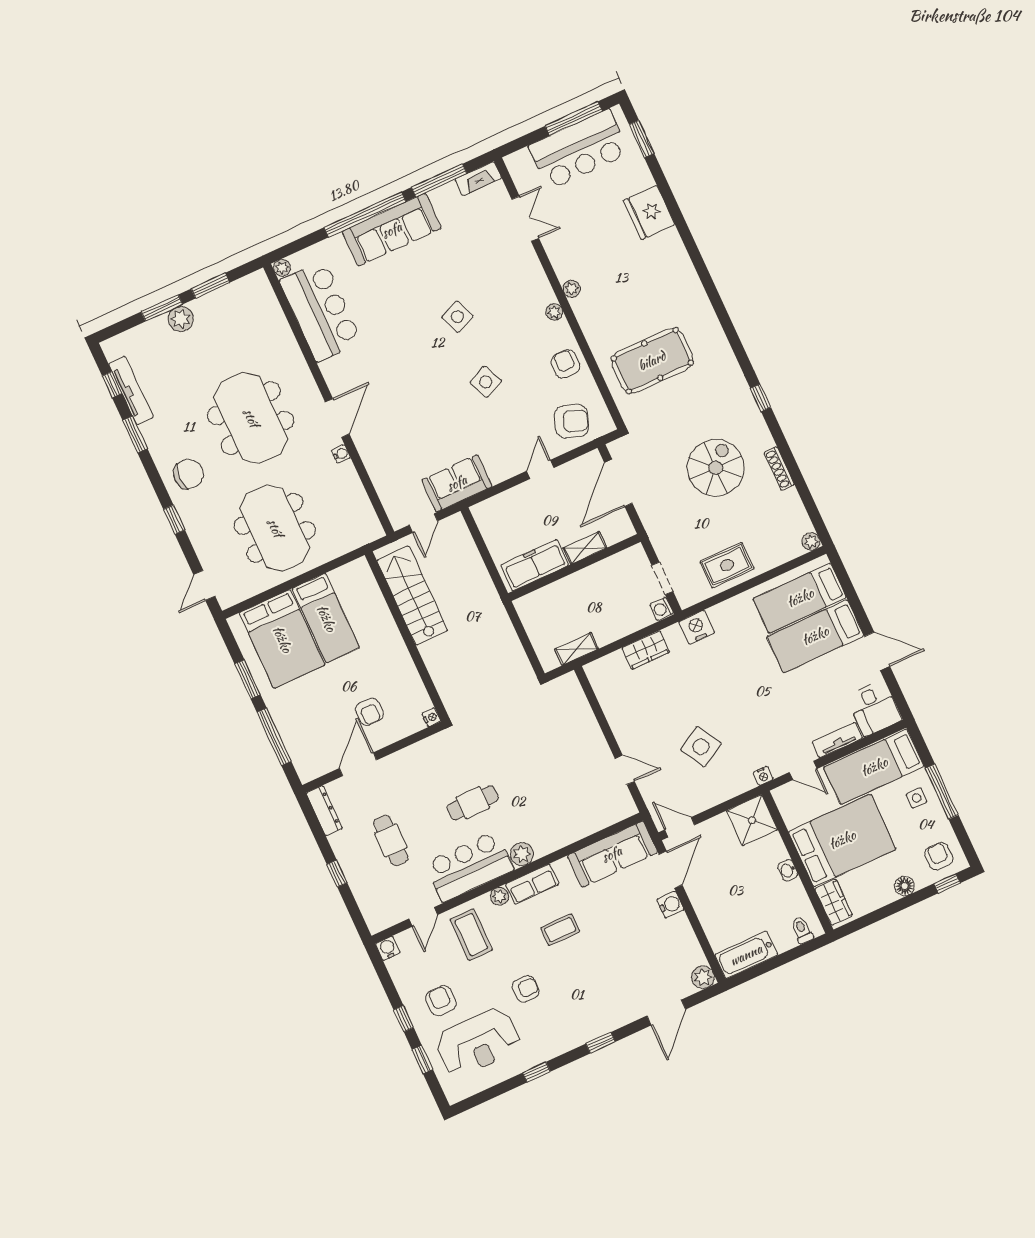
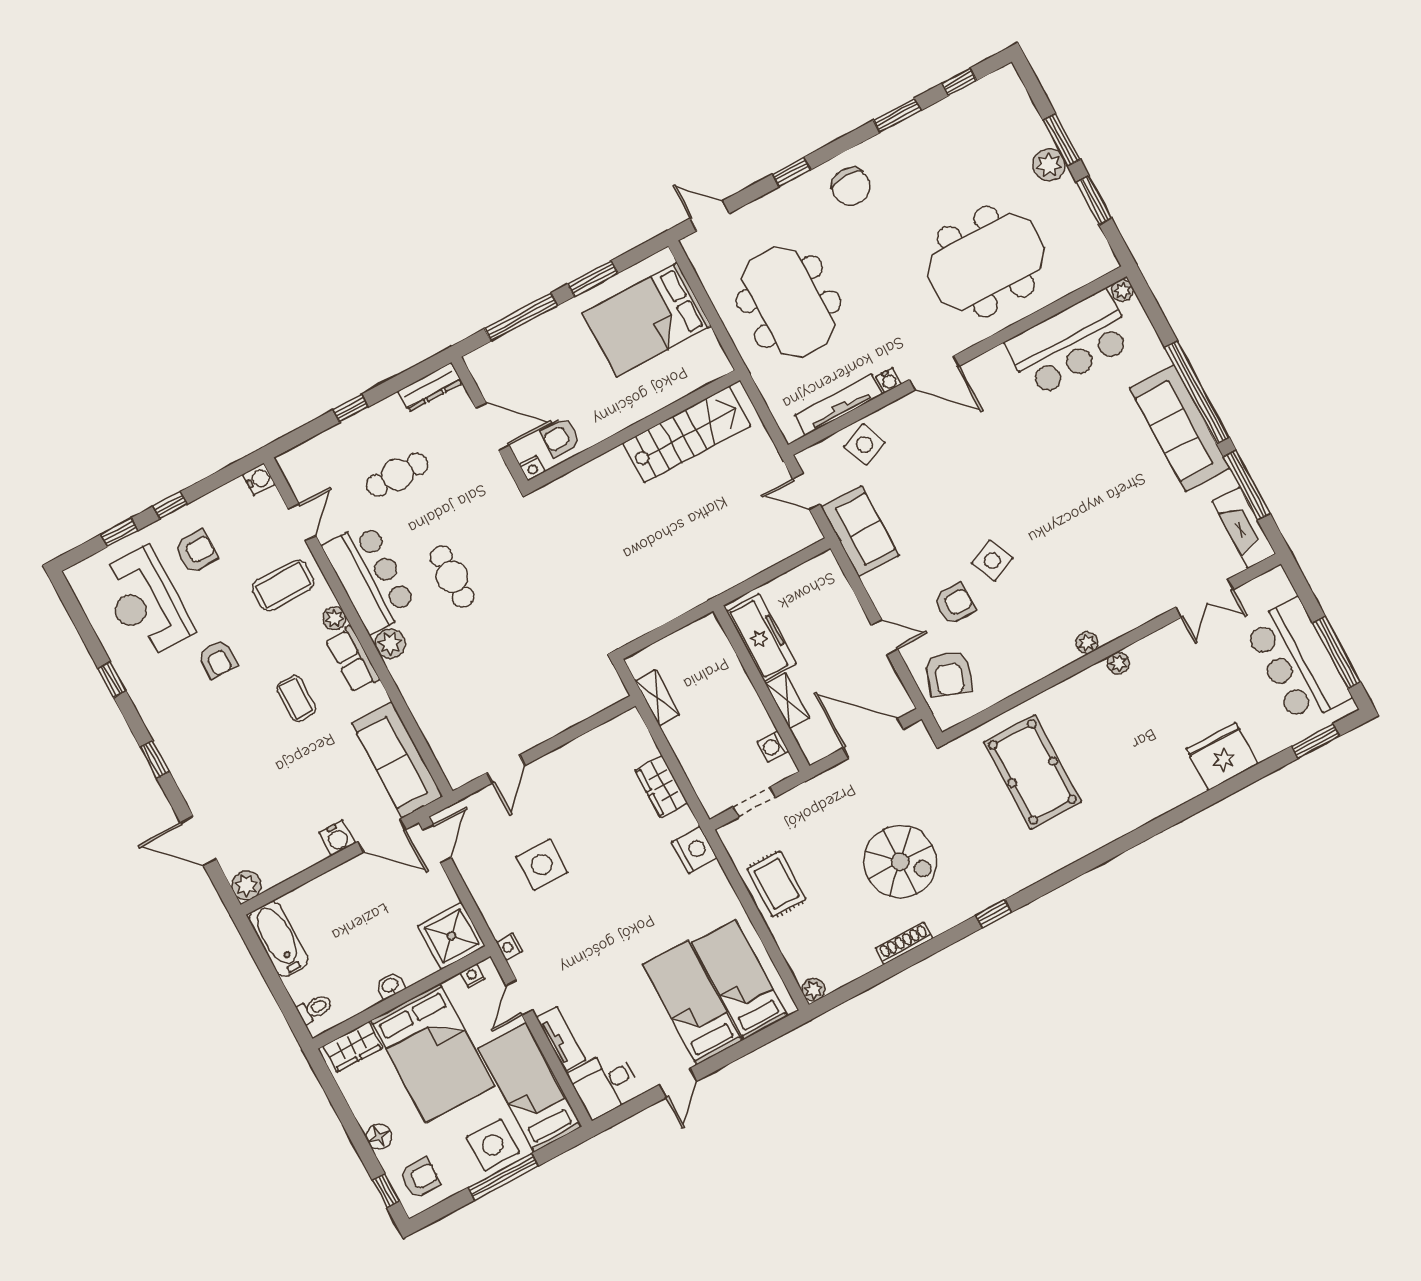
fireplace: (478, 179) -> (1244, 528), width x1.37, depth x1.32
side table: (457, 317) -> (864, 445), moved
armchair: (566, 364) -> (954, 604), moved
tv unit: (131, 390) -> (839, 405), moved, turned 180
meeting table: (251, 418) -> (986, 262), moved
meeting table: (275, 528) -> (789, 302), turned 90
stairs: (412, 595) -> (687, 434), moved
washing machine: (662, 609) -> (773, 746), moved, turned -90
bed: (326, 618) -> (677, 374), removed
wall: (407, 636) -> (634, 430), moved
door: (877, 651) -> (678, 1083), width x0.73
nightstand: (431, 717) -> (532, 468), moved
side table: (701, 747) -> (542, 865), turned 30
side table: (916, 798) -> (493, 1145), width x1.87, depth x1.87
nightstand: (784, 806) -> (472, 976), added
door: (423, 917) -> (302, 522), swing flipped

